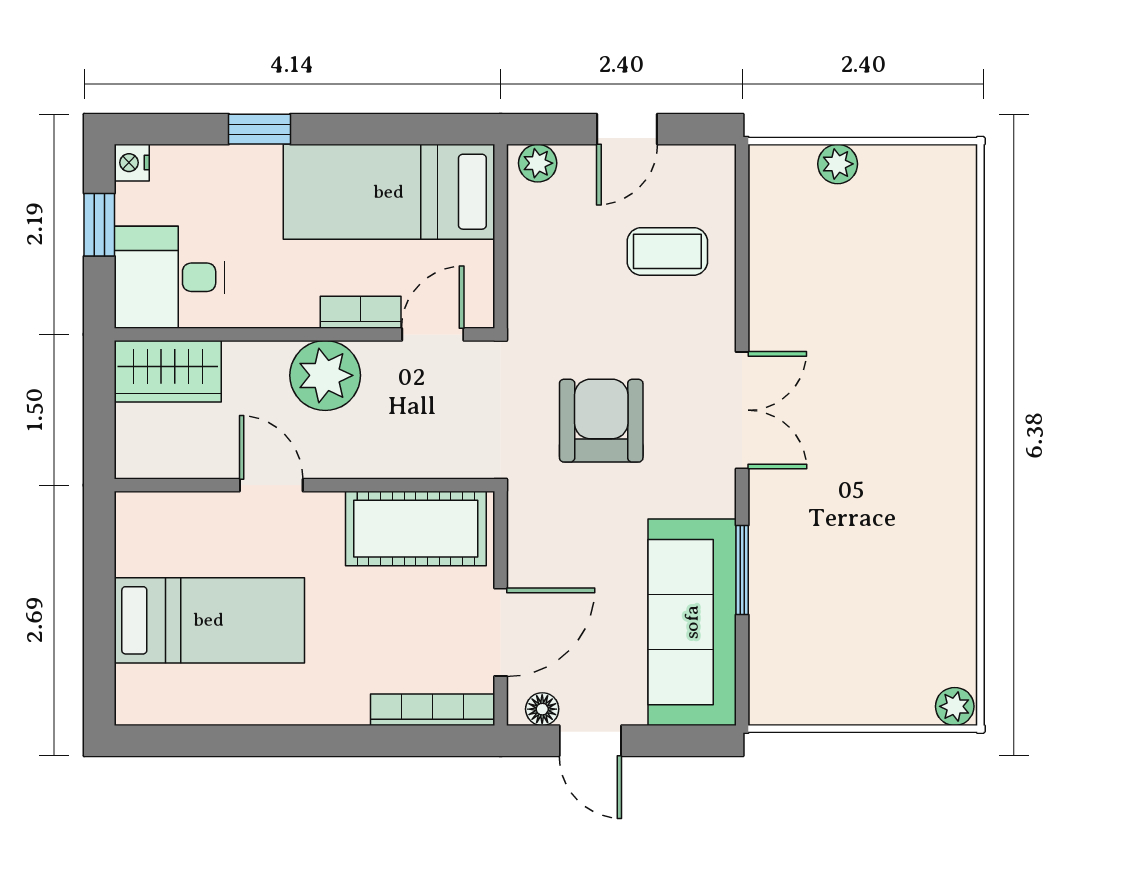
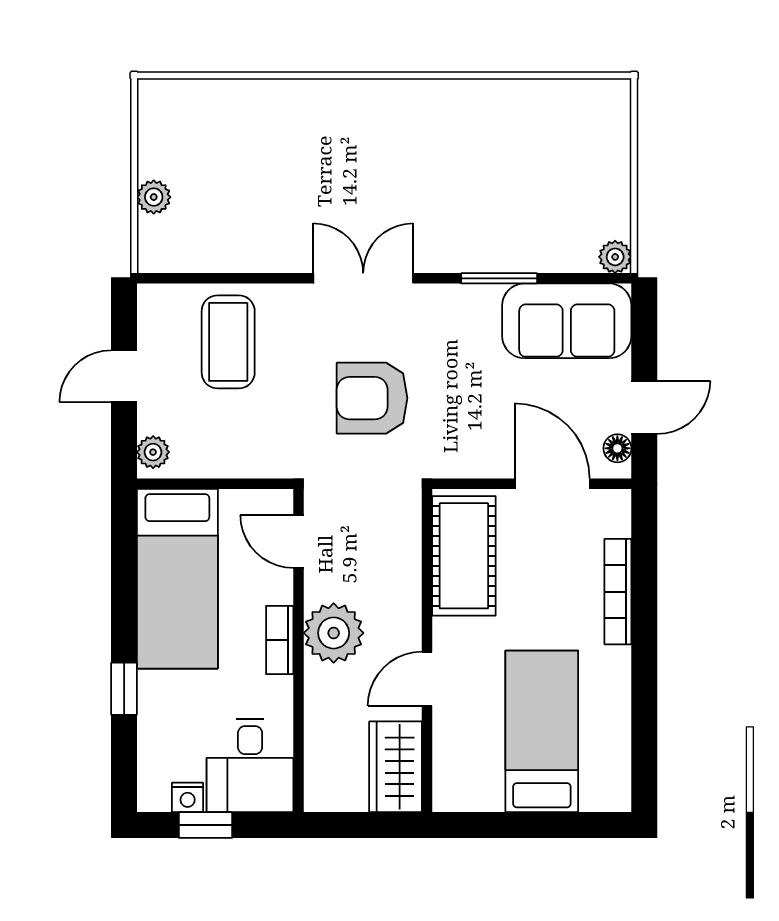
door: (627, 129) -> (124, 376), swing flipped
nightstand: (132, 163) -> (188, 797), moved
coffee table: (667, 251) -> (228, 342), width x1.36, depth x1.30
bookcase: (361, 312) -> (280, 640), moved
wardrobe: (168, 371) -> (395, 767), moved, turned 180
sofa: (692, 622) -> (567, 321), width x0.73
plant: (955, 706) -> (615, 257), moved
bookcase: (433, 710) -> (618, 592), moved

